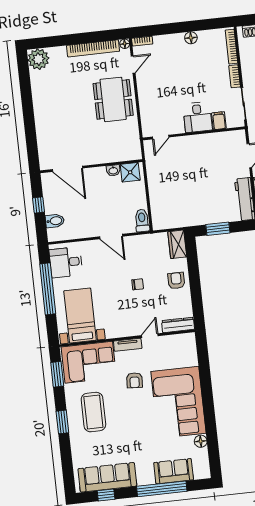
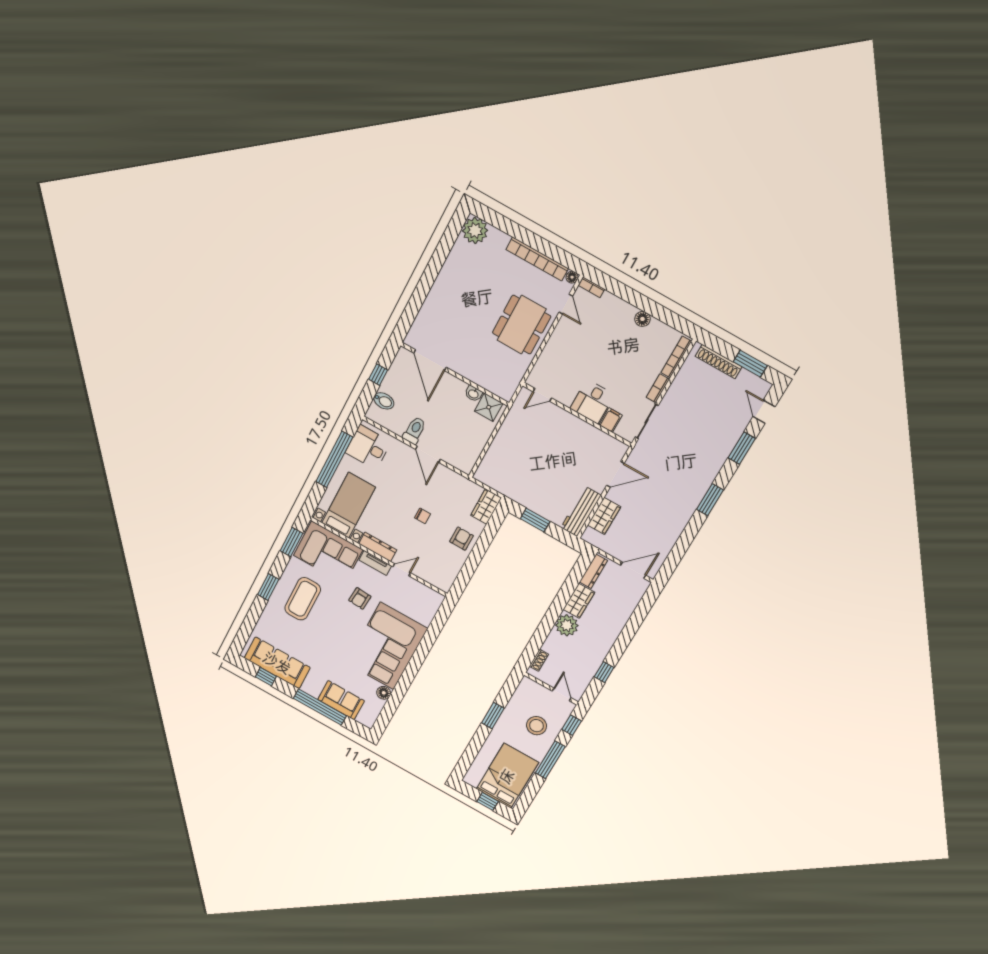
door: (133, 64) -> (566, 304), hinge flipped
toilet: (142, 220) -> (414, 430), moved
dresser: (178, 325) -> (378, 547), moved

